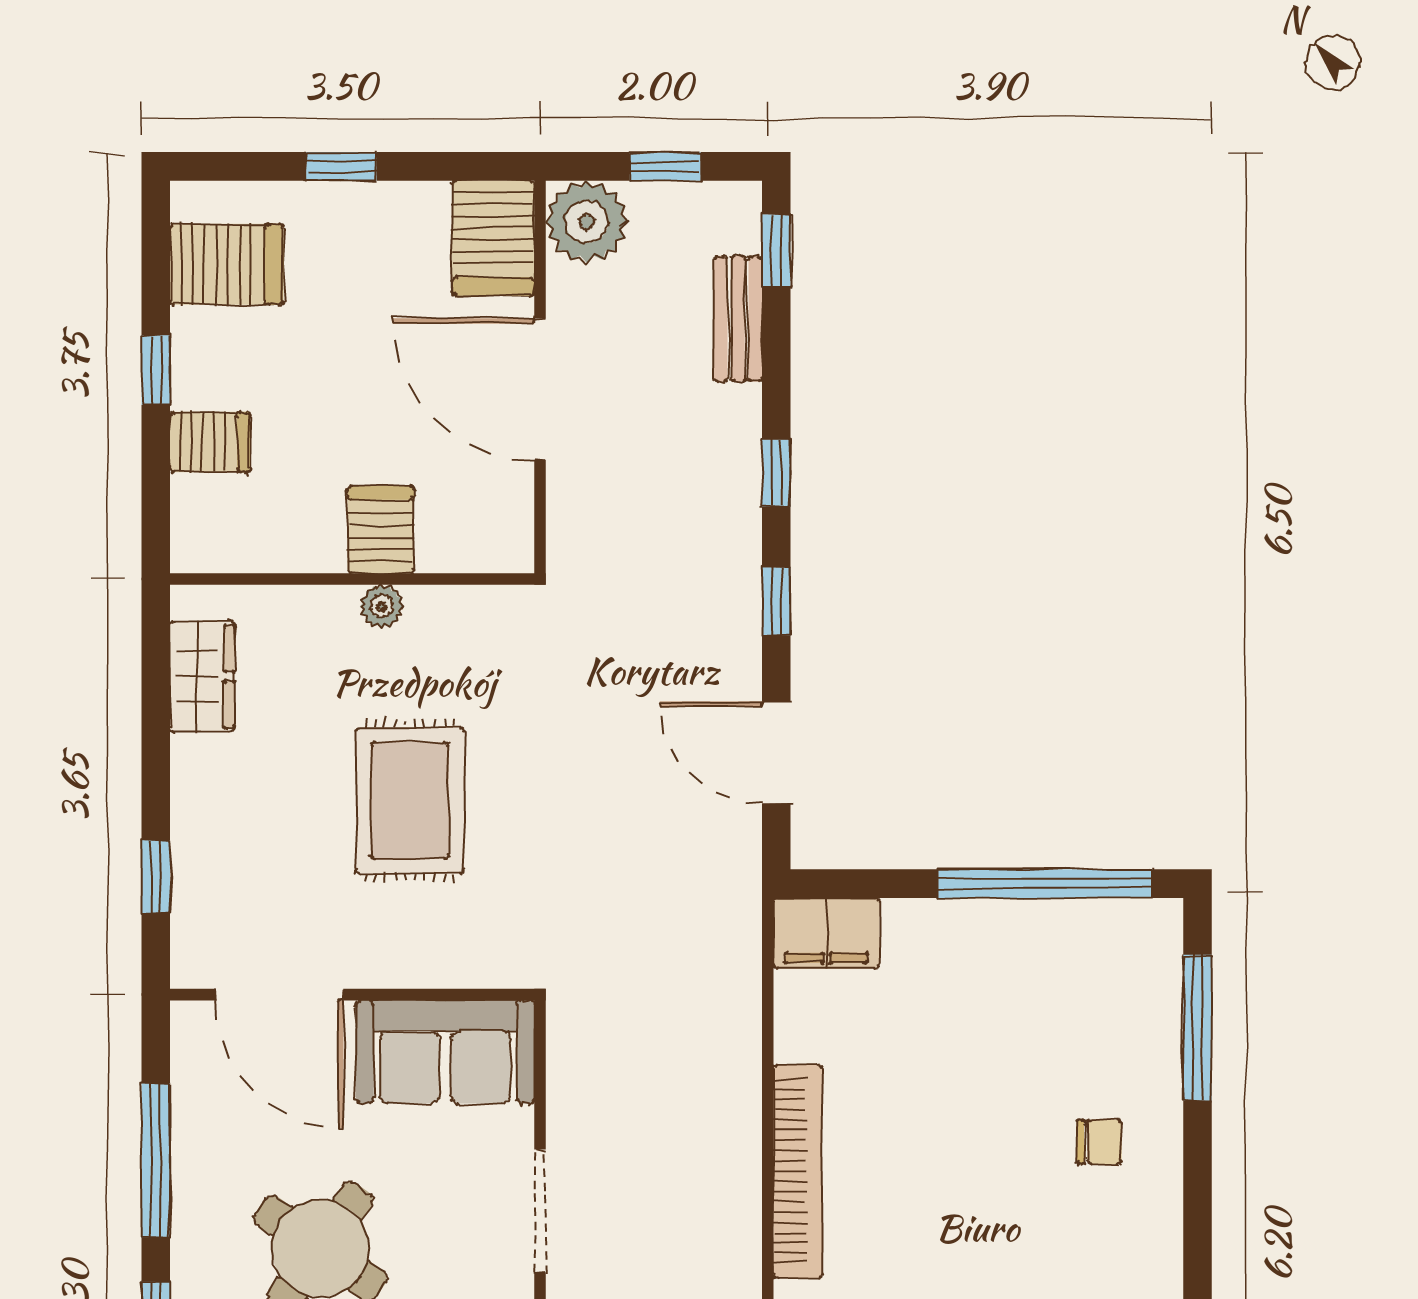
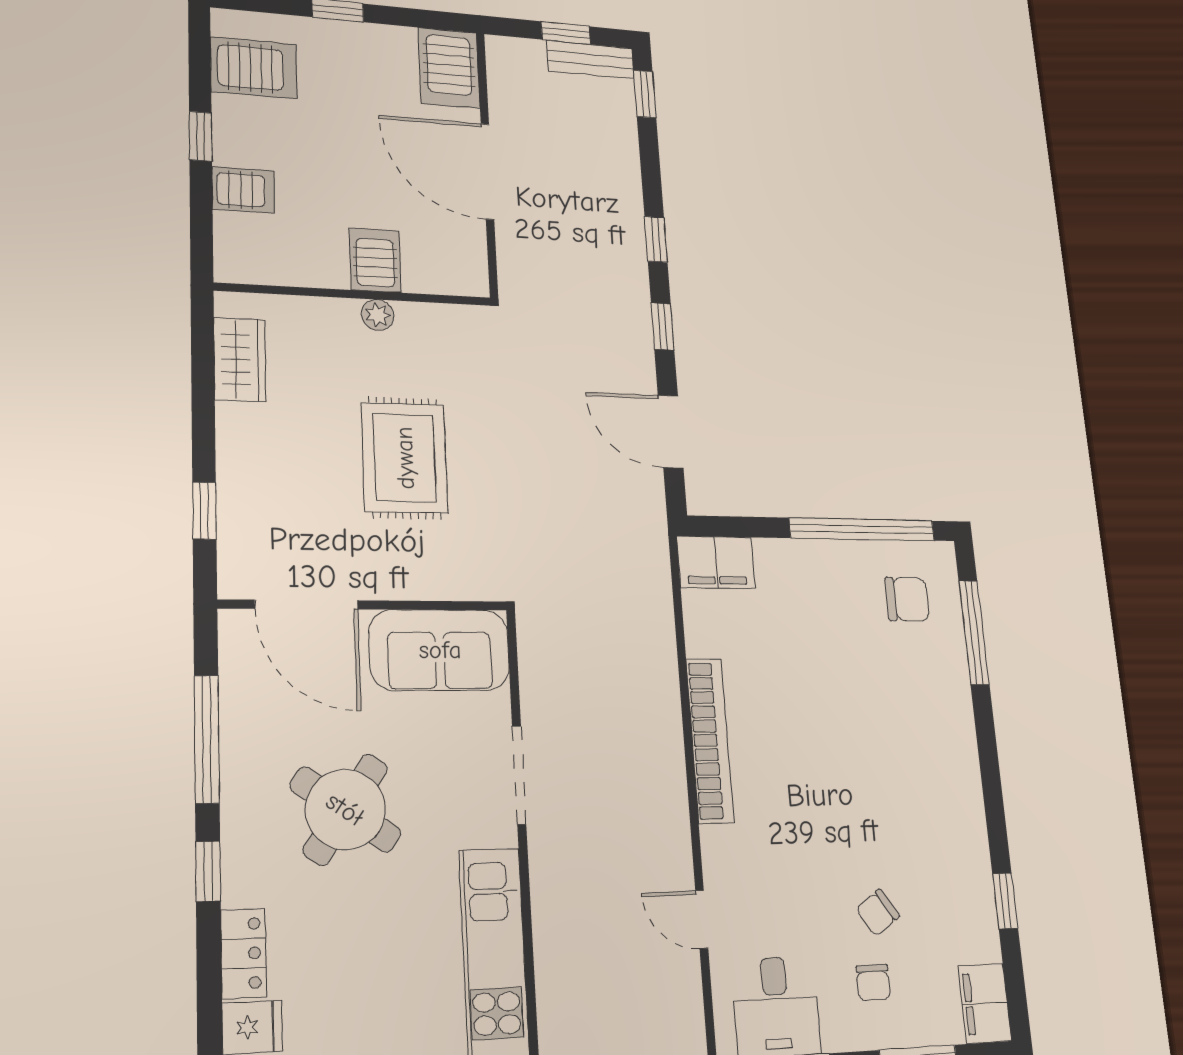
plant: (587, 222) -> (514, 63), removed
bench: (738, 319) -> (591, 60), moved, turned 90
chair: (1099, 1142) -> (907, 599), moved, width x1.37, depth x1.37

